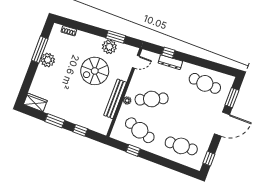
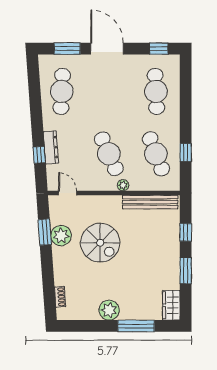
window: (40, 50) -> (136, 326), moved
bench: (115, 99) -> (150, 202), moved
cafe table: (140, 130) -> (156, 154), turned -39

